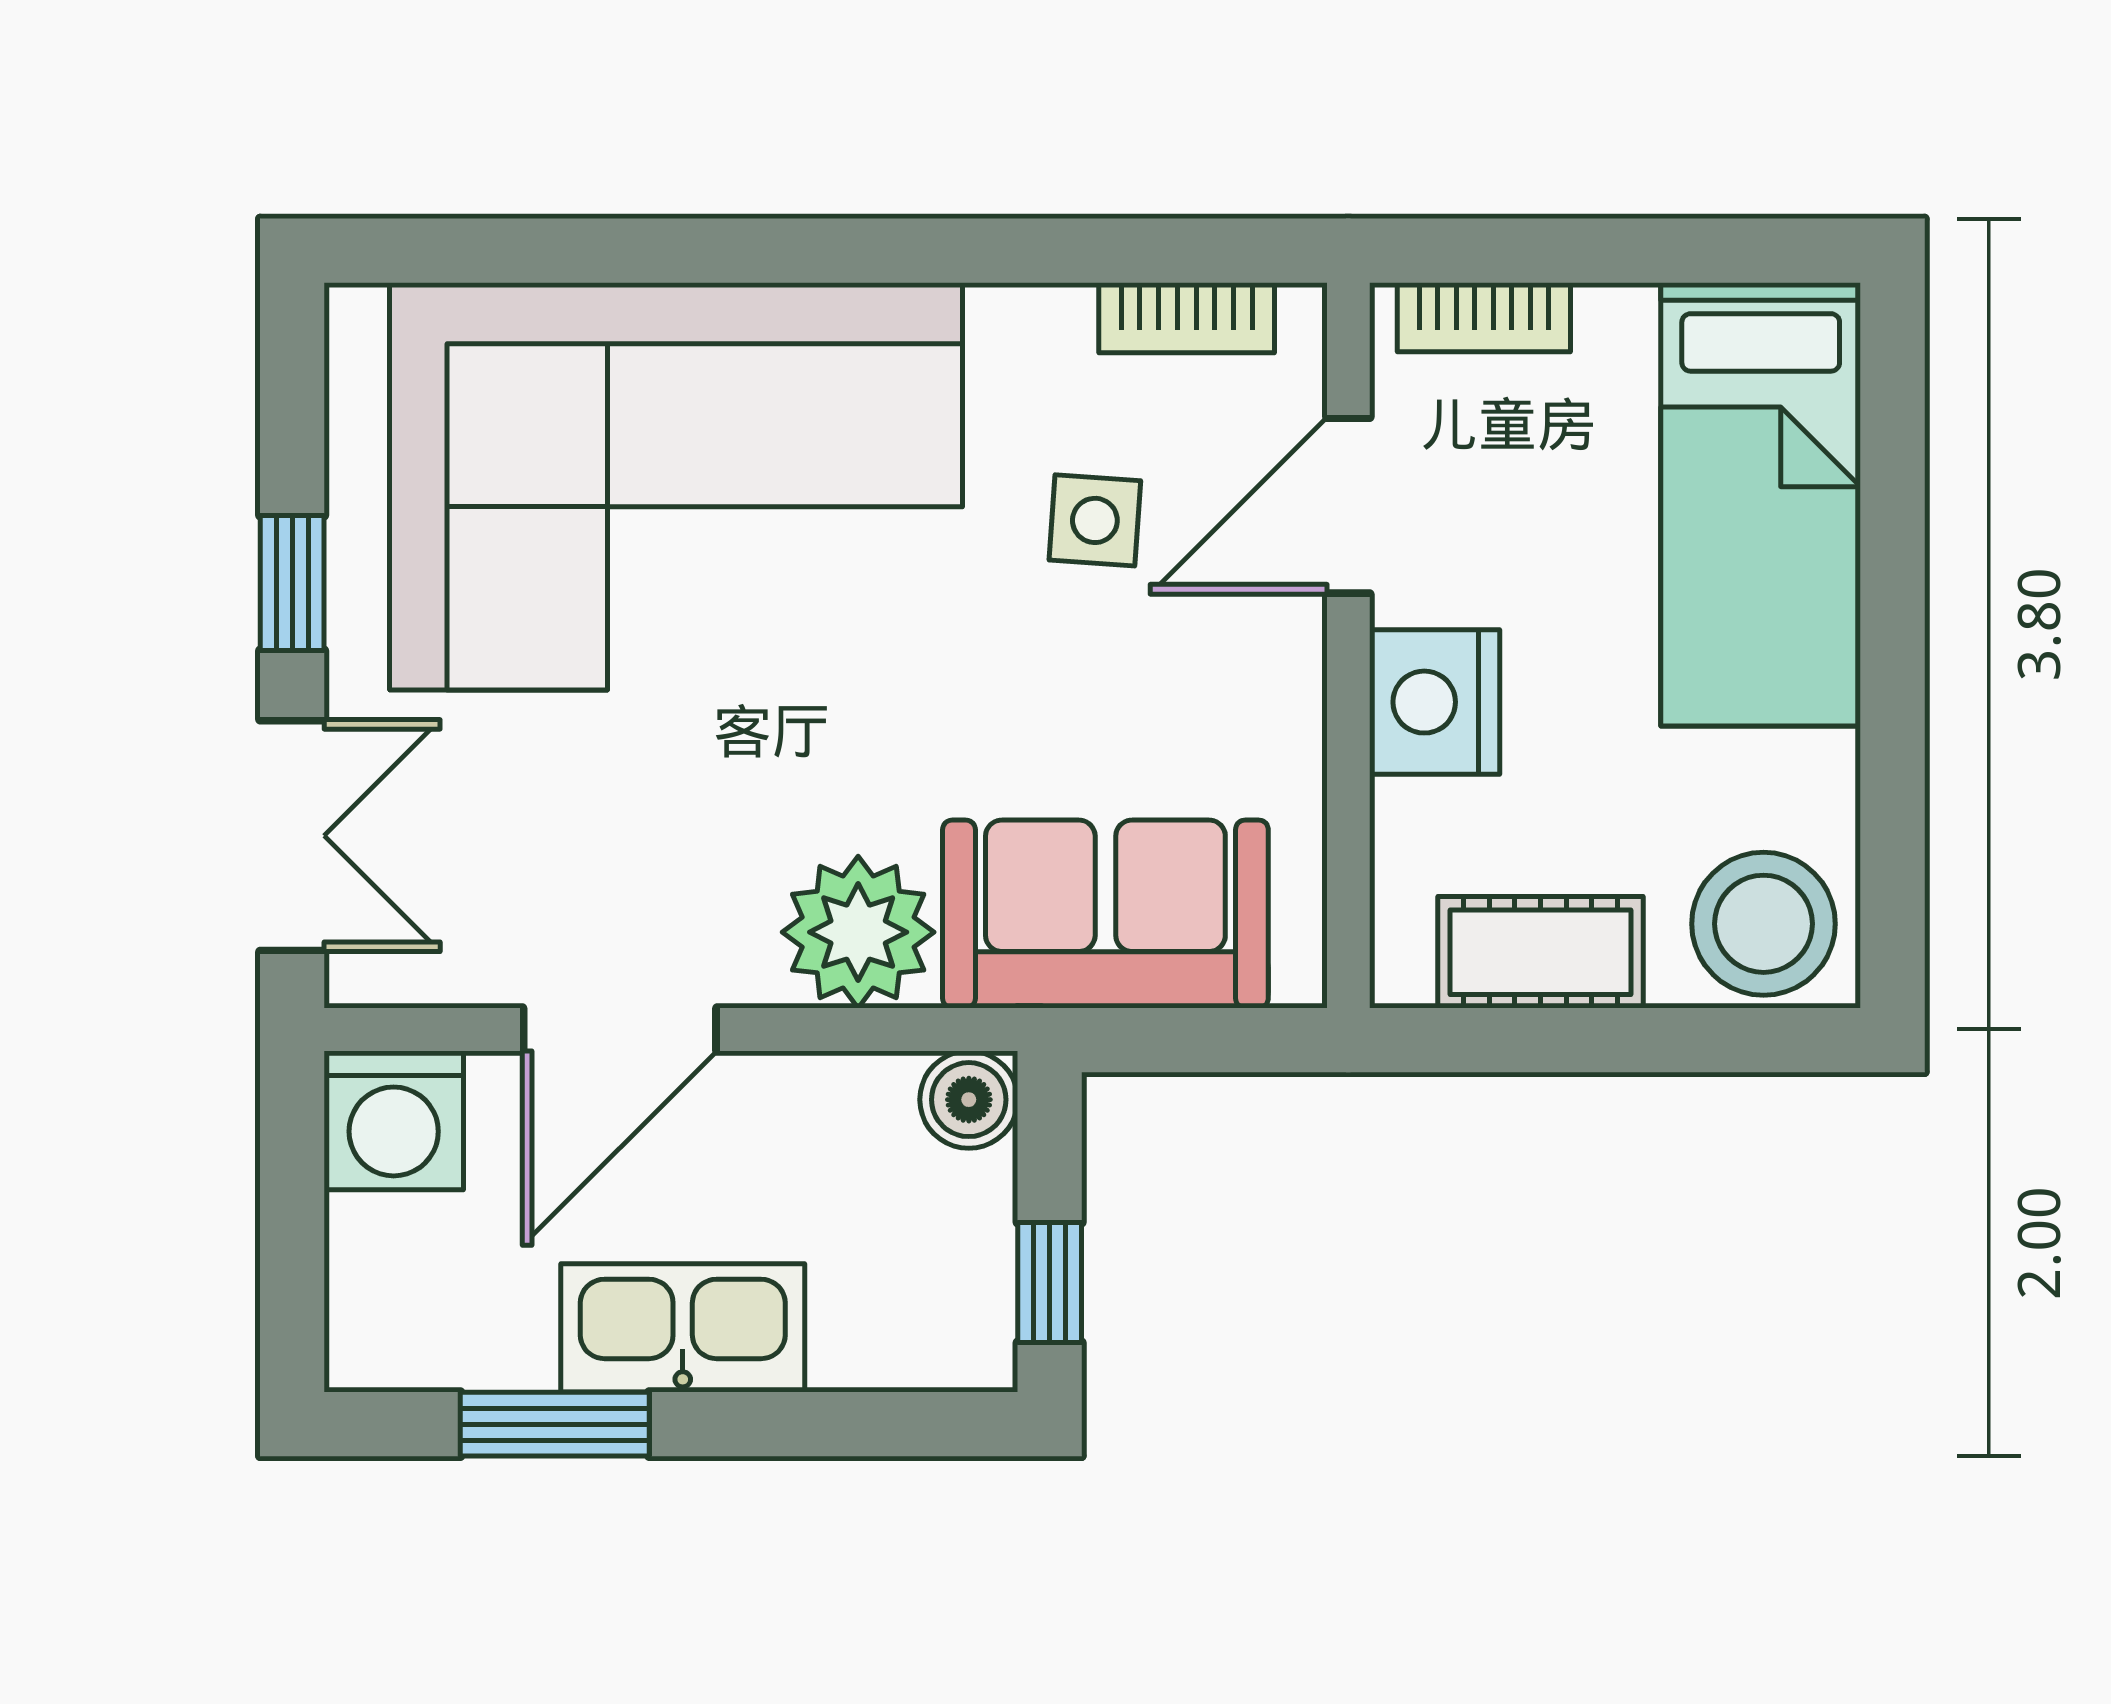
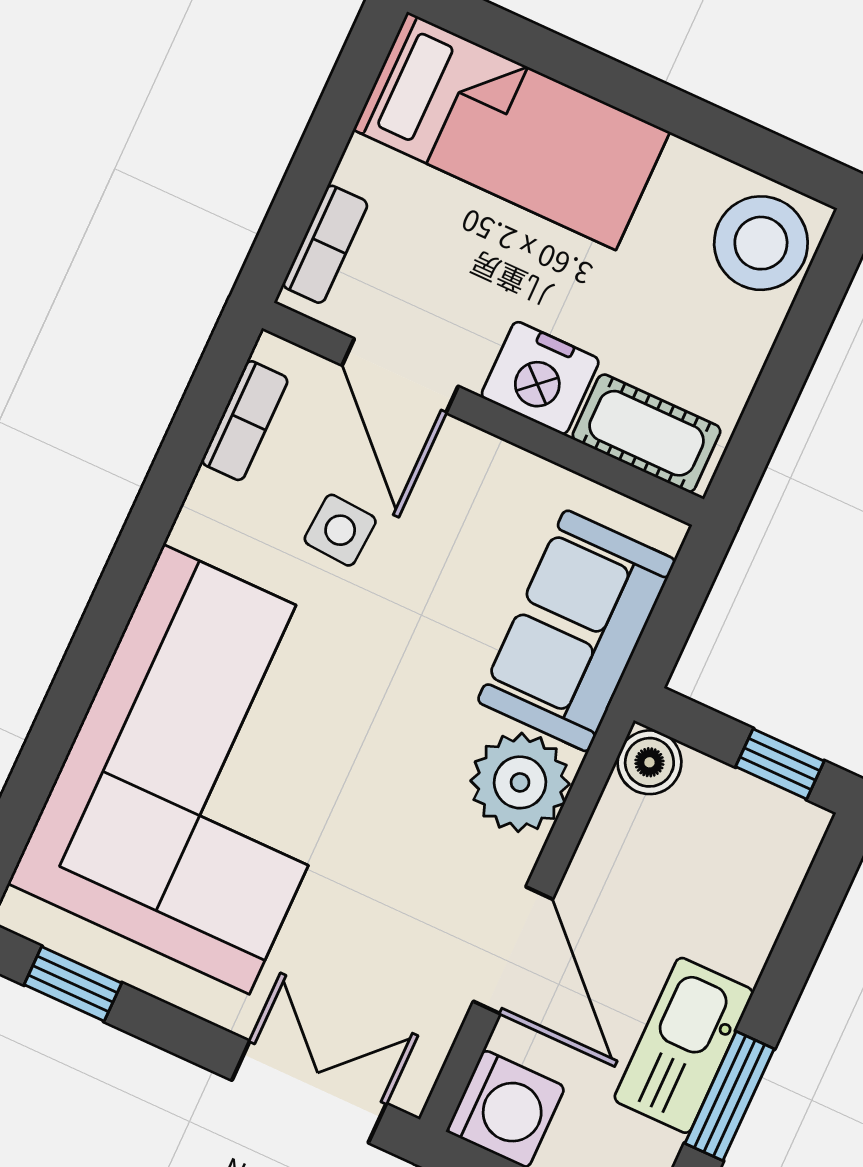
window: (292, 583) -> (73, 984), moved
cot: (1540, 952) -> (647, 433), moved, turned 90
kitchen sink: (683, 1328) -> (684, 1045), moved

